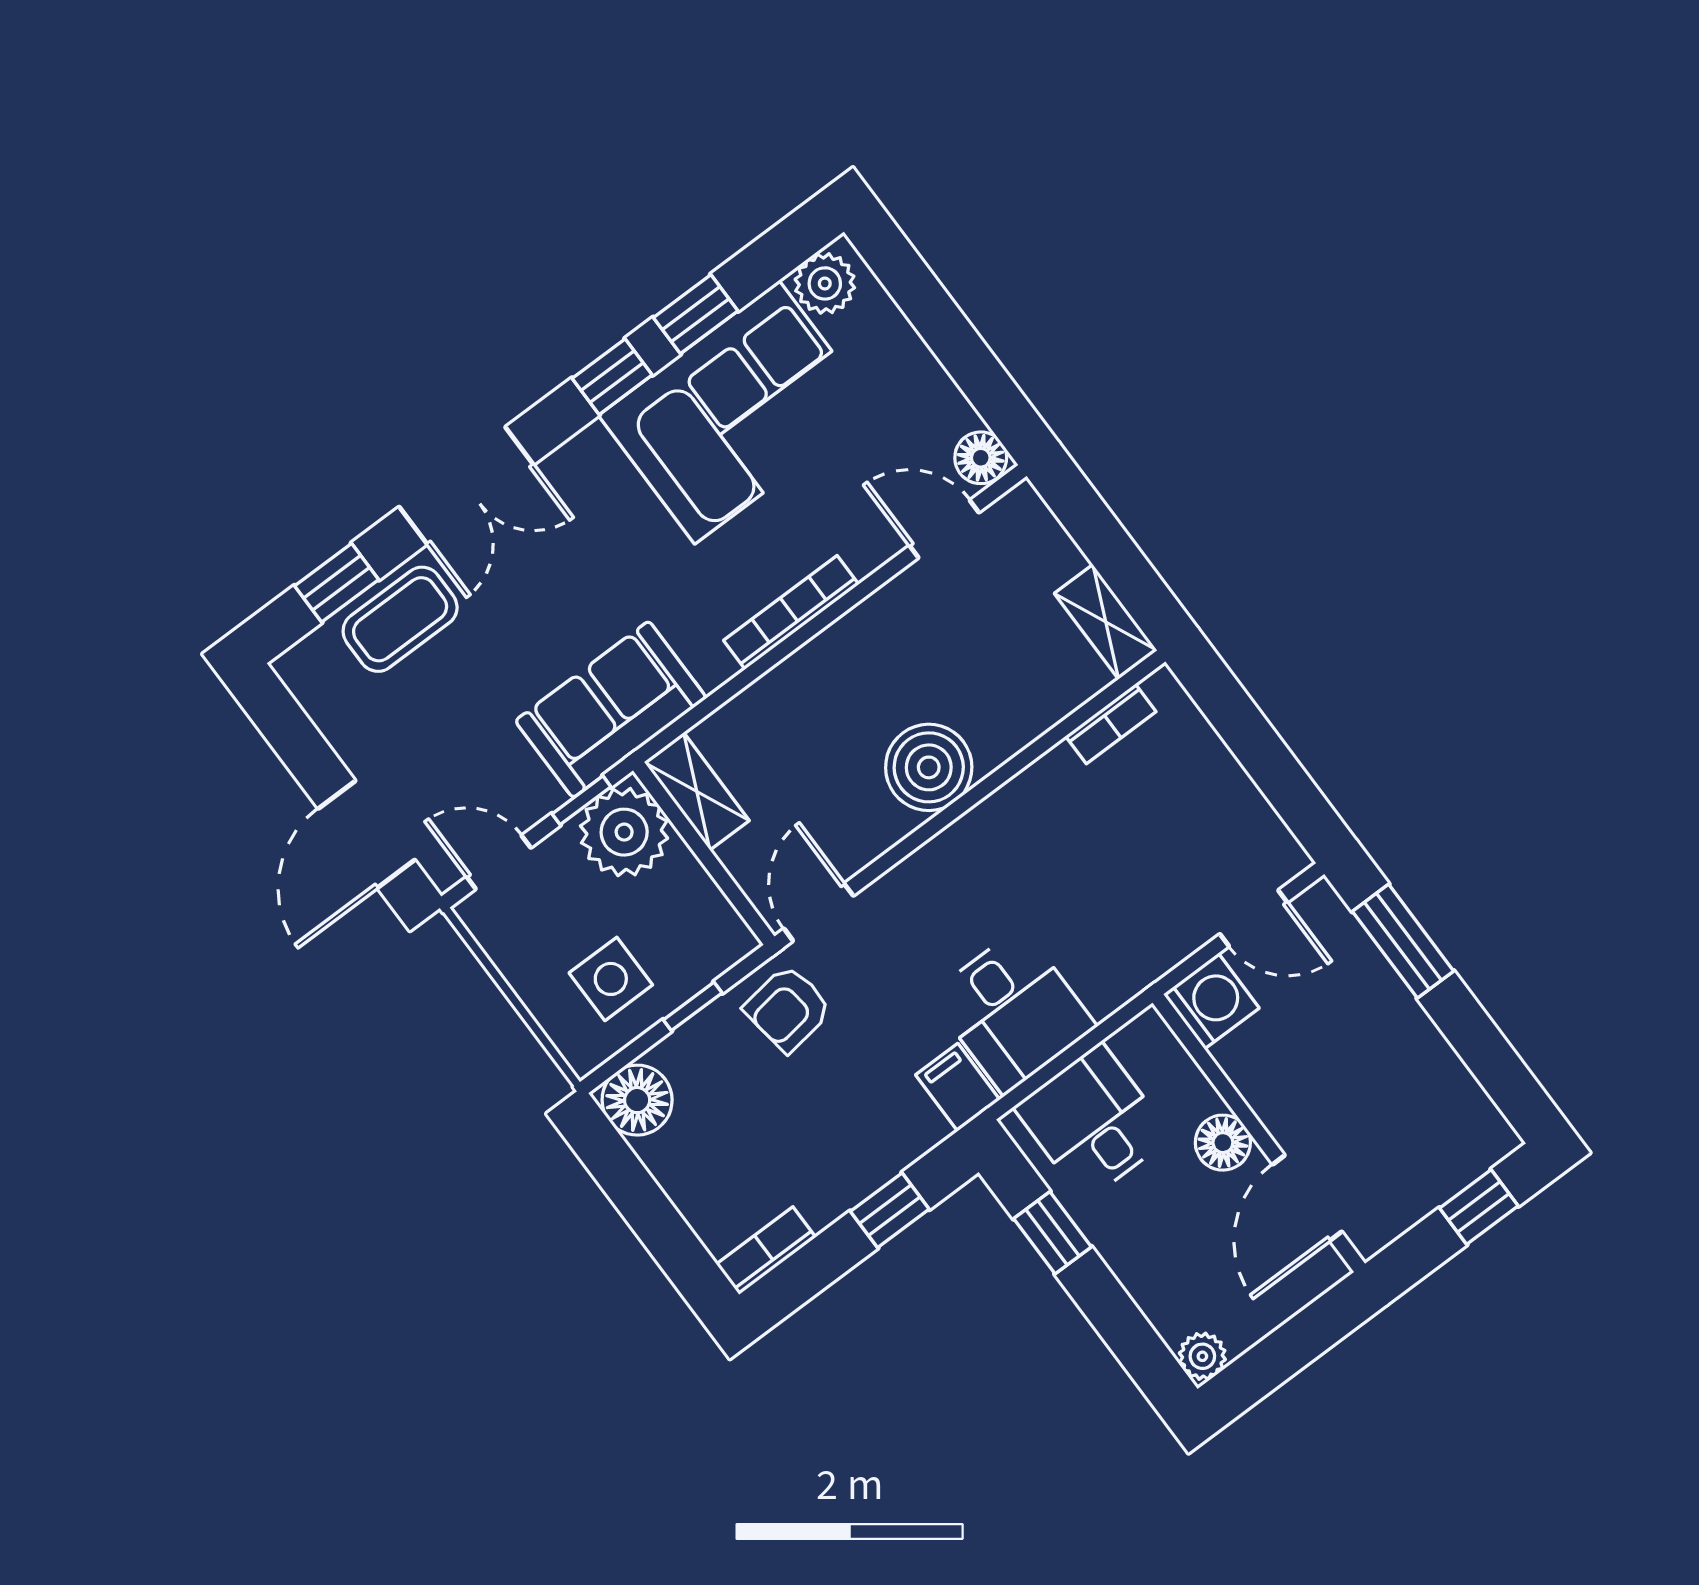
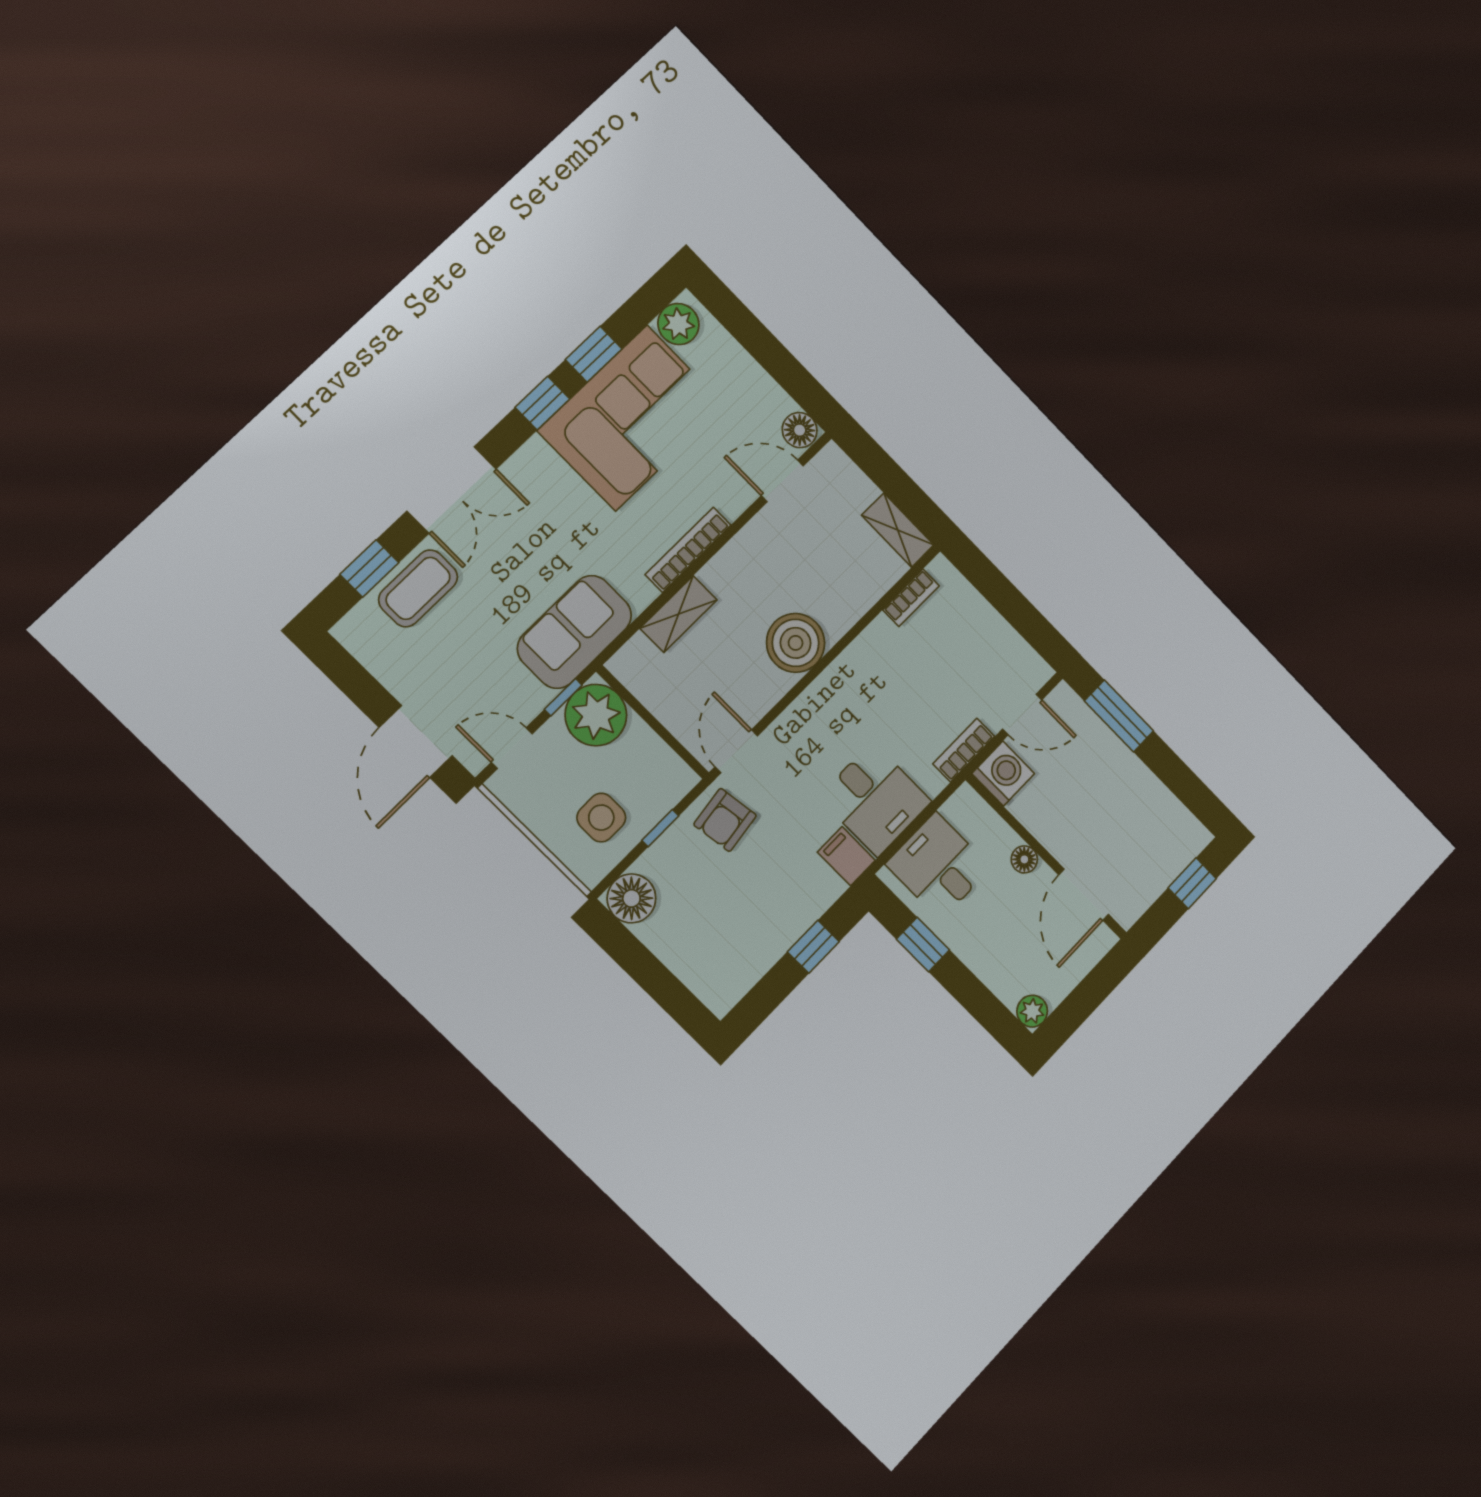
shelving: (697, 791) -> (679, 614), moved, turned 90
floor lamp: (1223, 1143) -> (1024, 859), width x0.73, depth x0.73
bookcase: (766, 1251) -> (964, 750), moved

